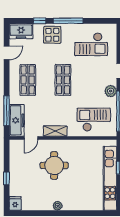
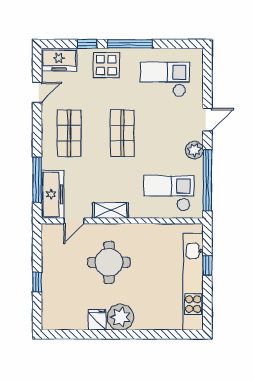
checkout: (91, 44) -> (165, 79), turned 180
fridge: (15, 203) -> (97, 320), moved
plant: (58, 206) -> (120, 317), width x1.88, depth x1.88

